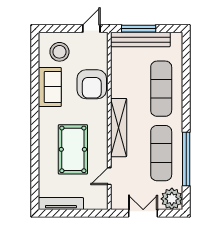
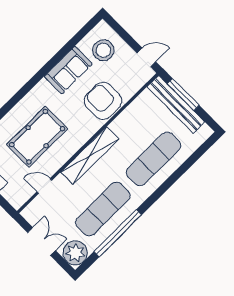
armchair: (92, 84) -> (103, 101), turned 90

